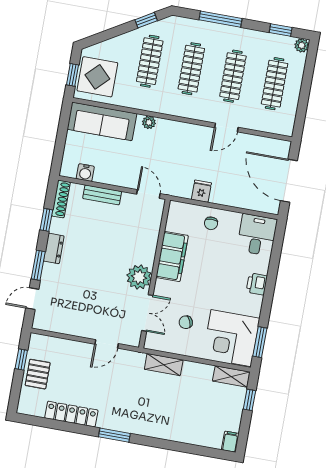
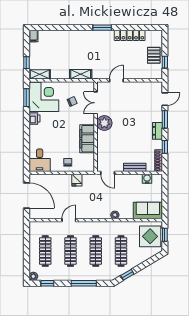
sofa: (102, 121) -> (148, 211), width x0.73
printer: (257, 284) -> (34, 118), moved

